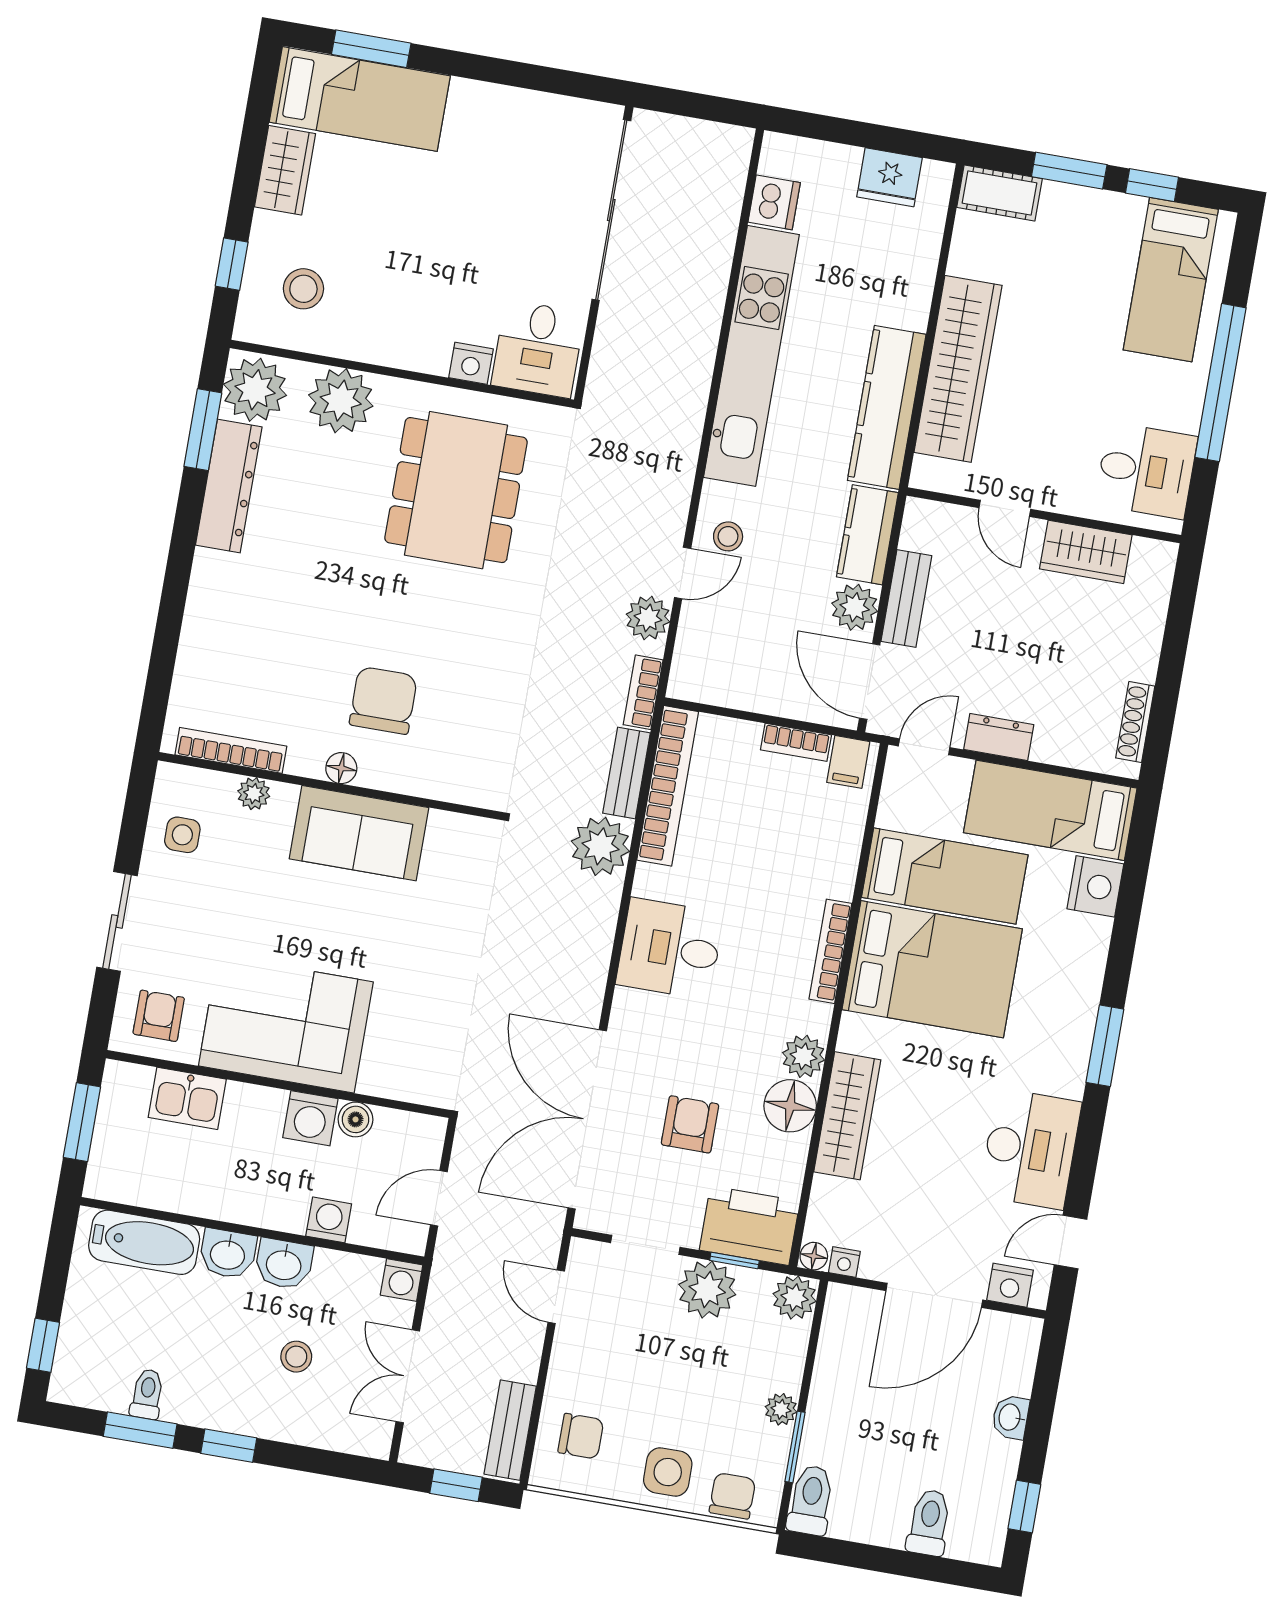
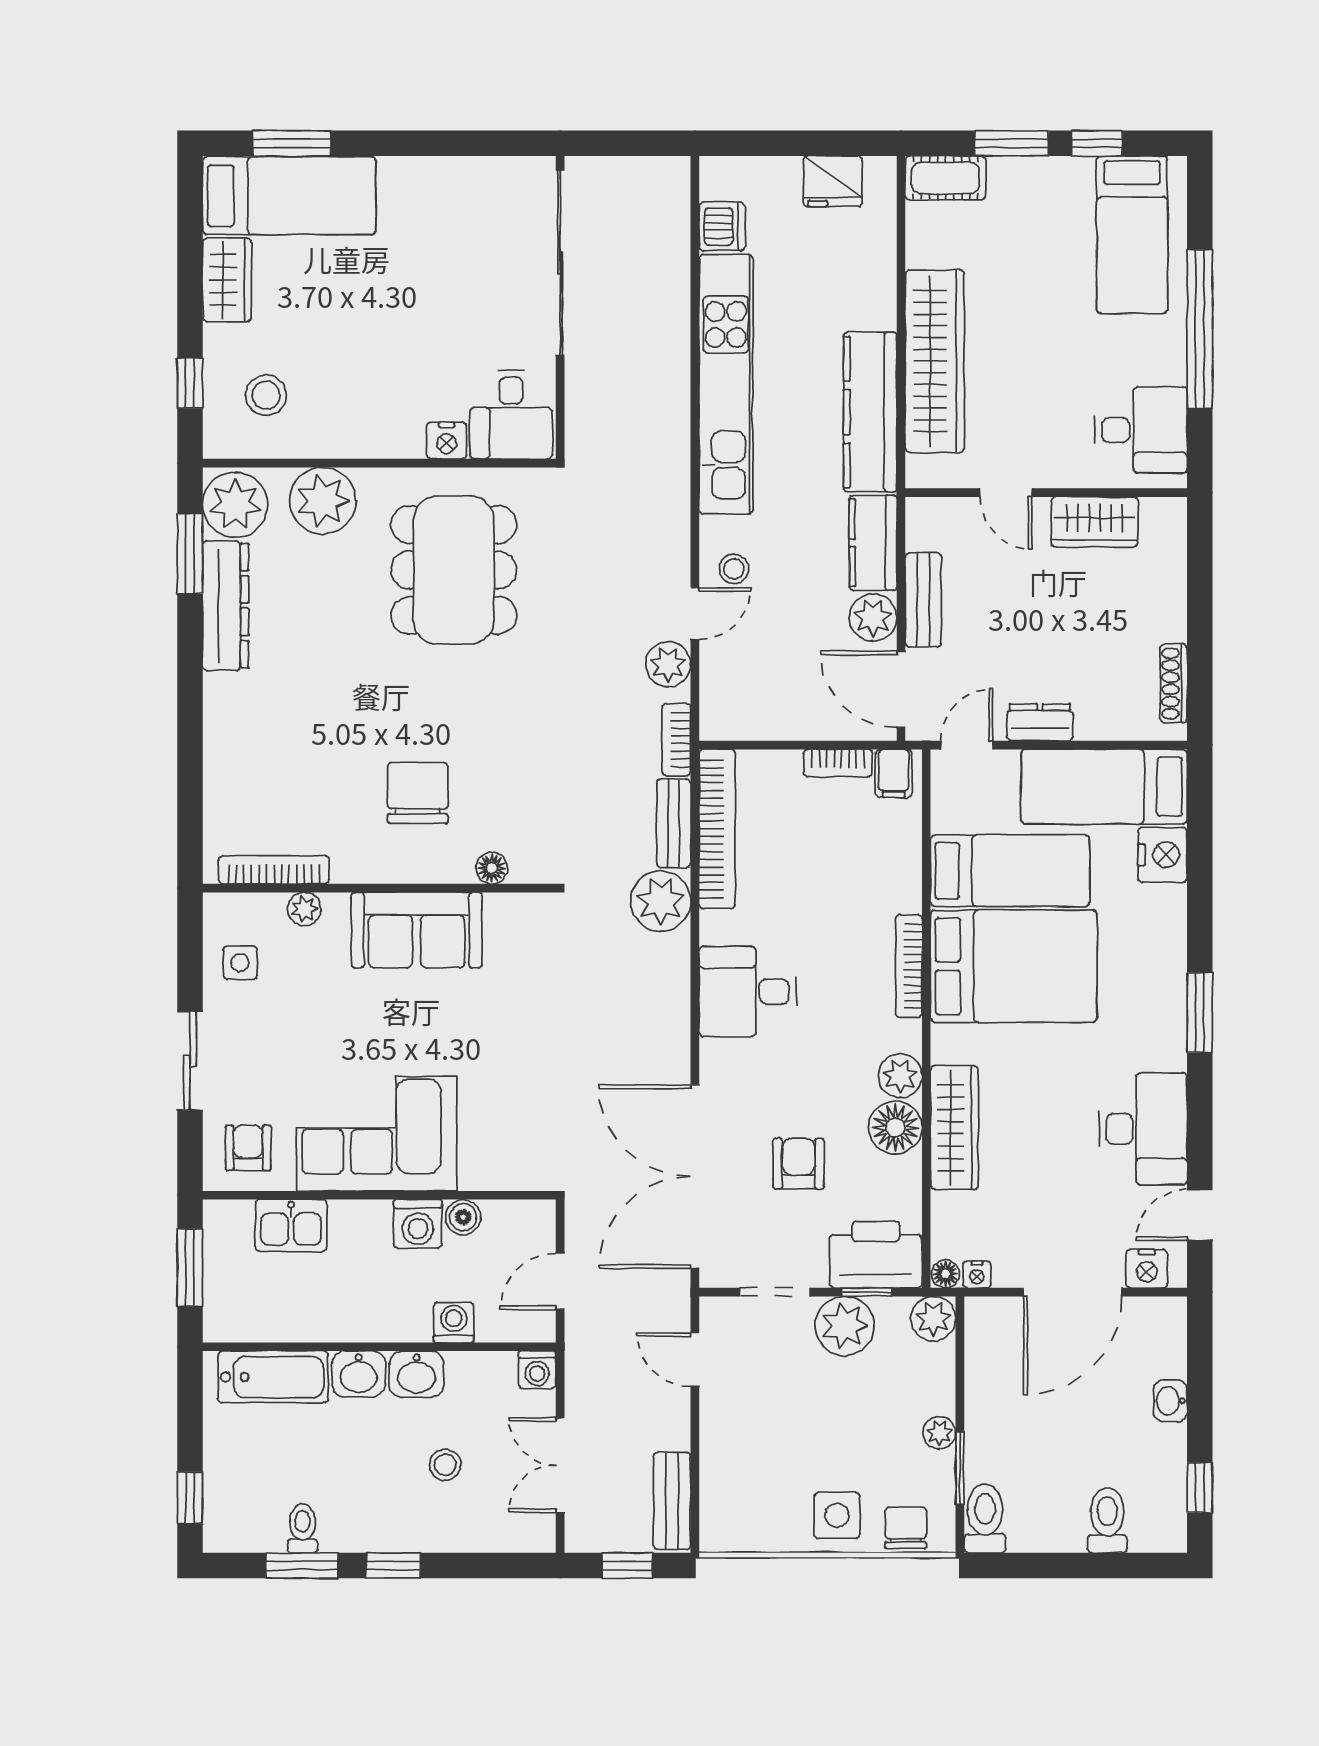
floor lamp: (341, 768) -> (492, 868), moved
chair: (581, 1436) -> (744, 1495), removed

